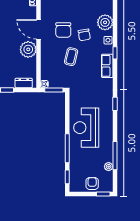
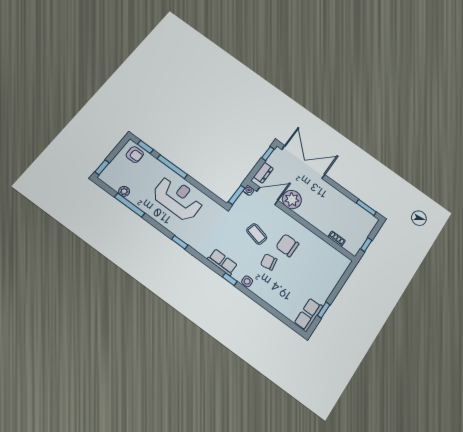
plant: (105, 22) -> (267, 291), removed
door: (39, 29) -> (267, 196), moved
armchair: (92, 183) -> (135, 155), moved

